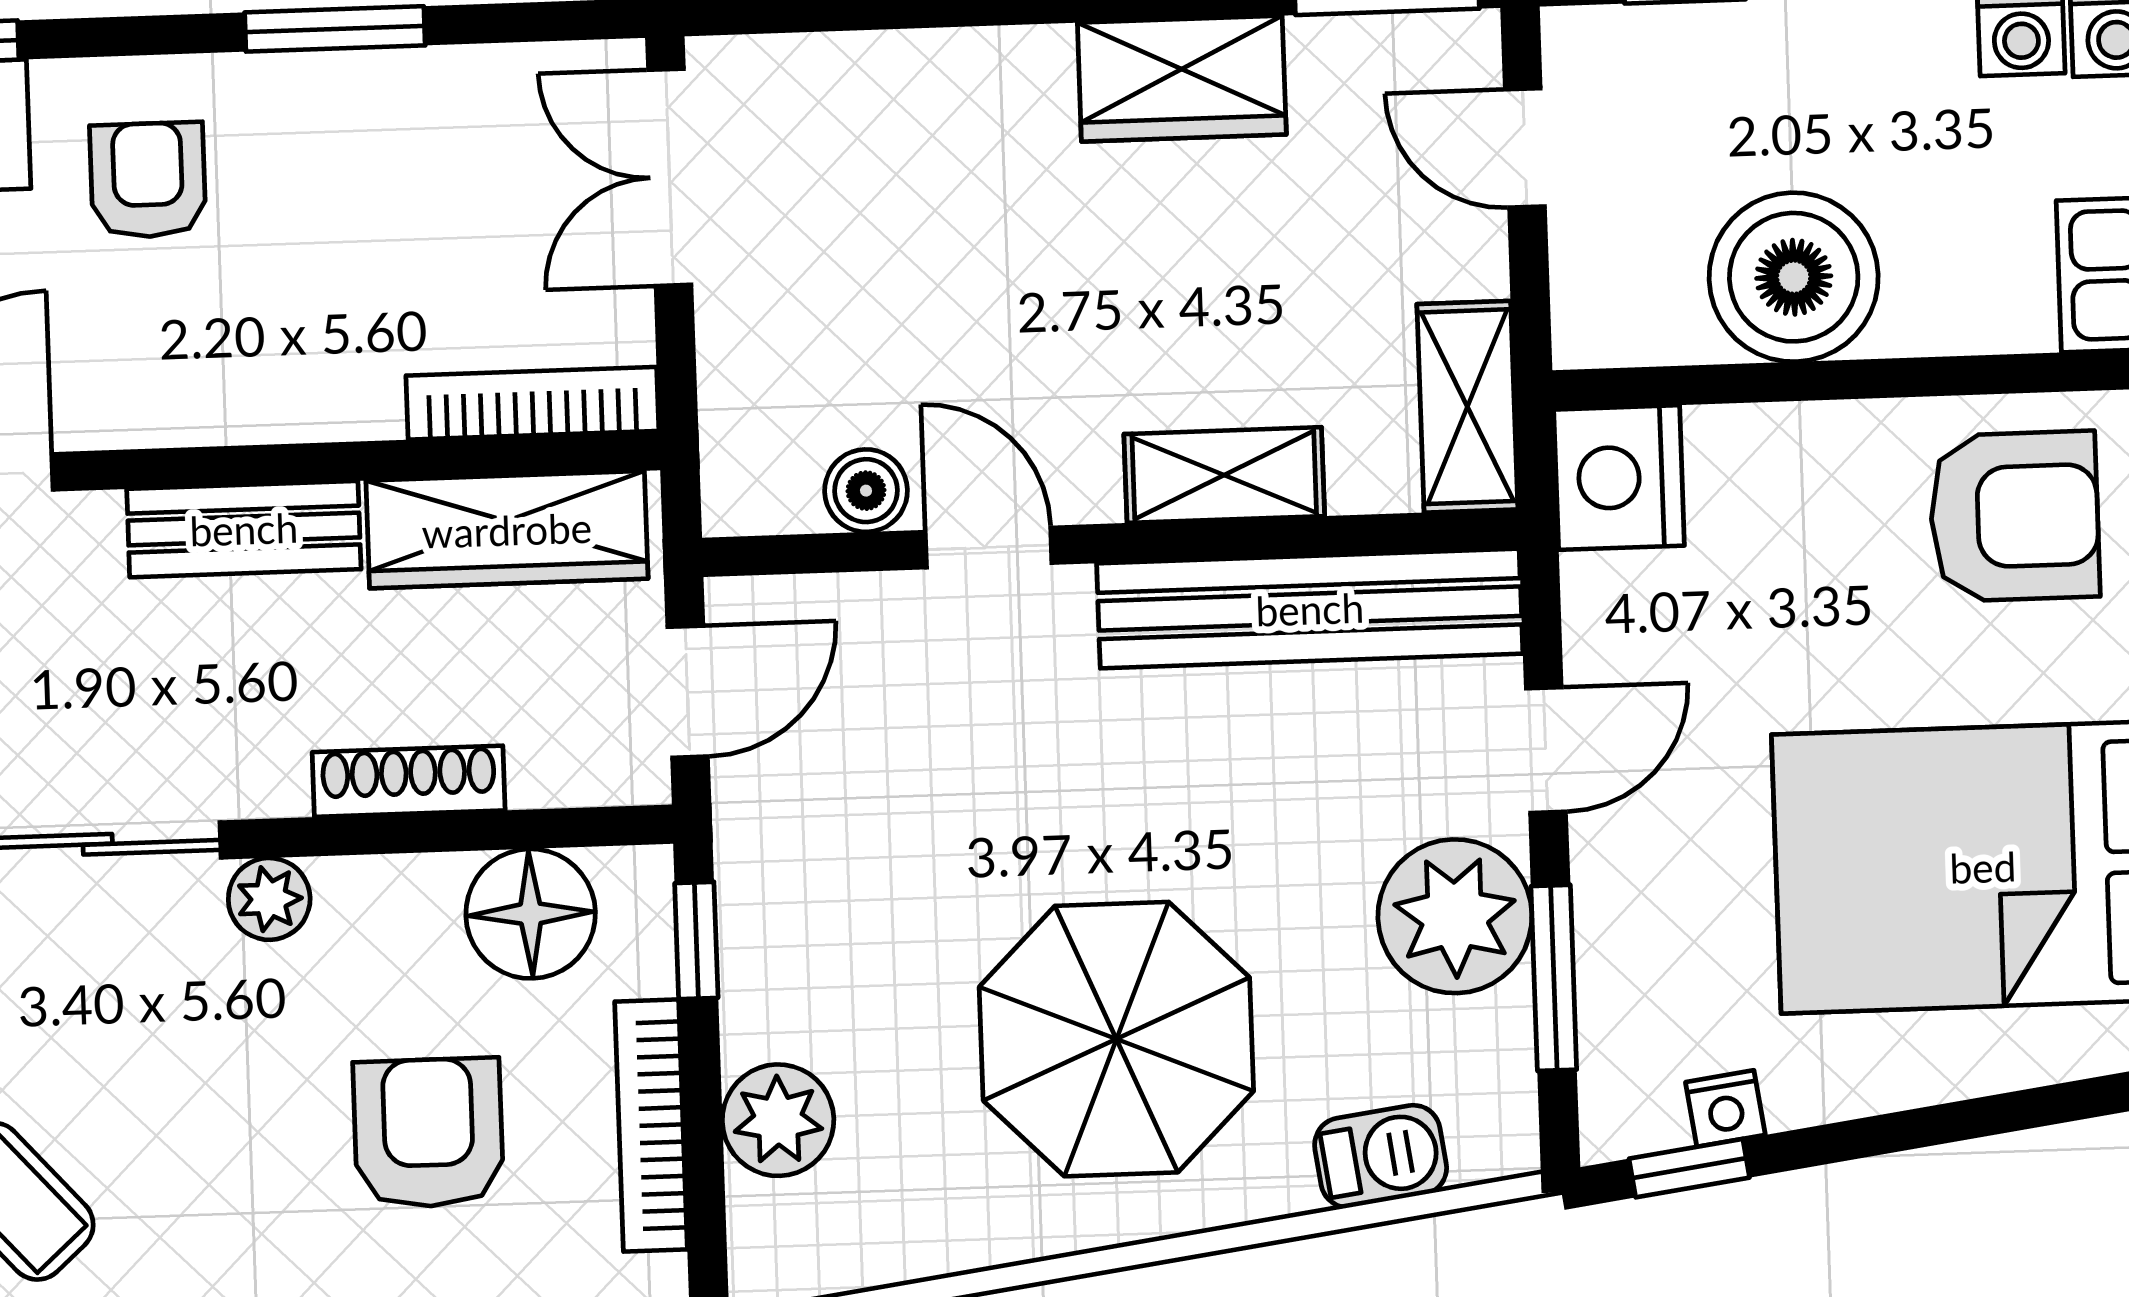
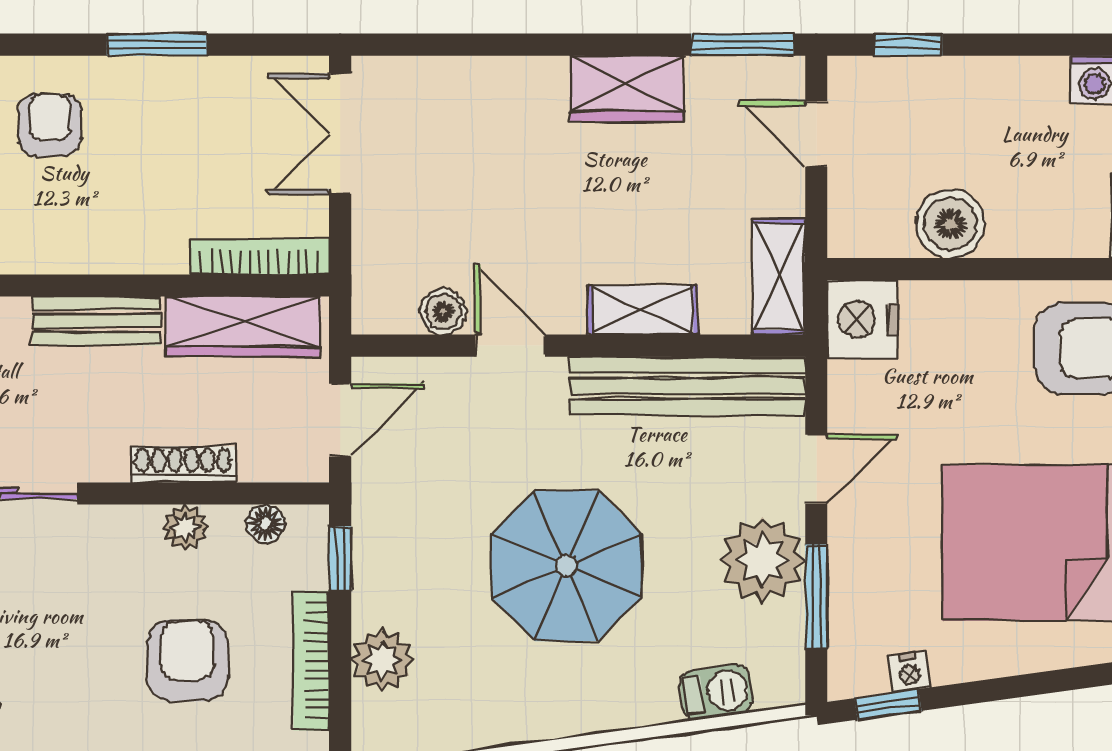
boiler: (1794, 277) -> (951, 224), width x0.73, depth x0.73
plant: (269, 899) -> (185, 527), moved
floor lamp: (531, 914) -> (265, 524), width x0.53, depth x0.53
parasol: (1116, 1039) -> (566, 566), moved

